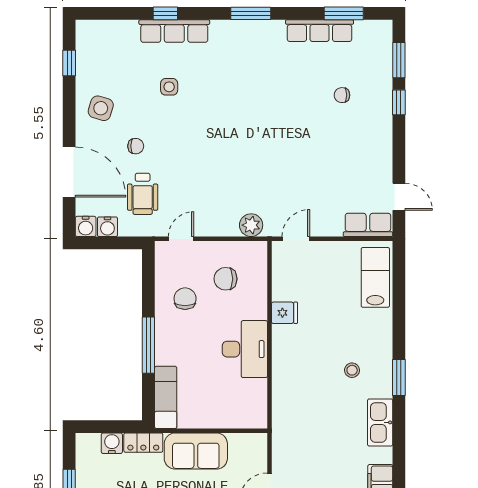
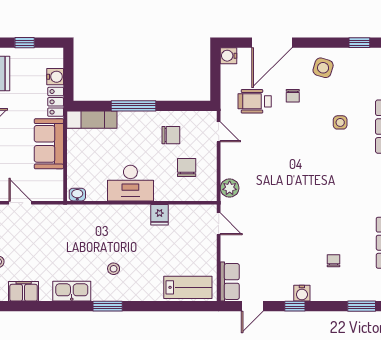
window: (399, 102) -> (295, 306), moved
water cooler: (107, 227) -> (302, 293), moved, turned -90
washbasin: (259, 416) -> (77, 195), added

